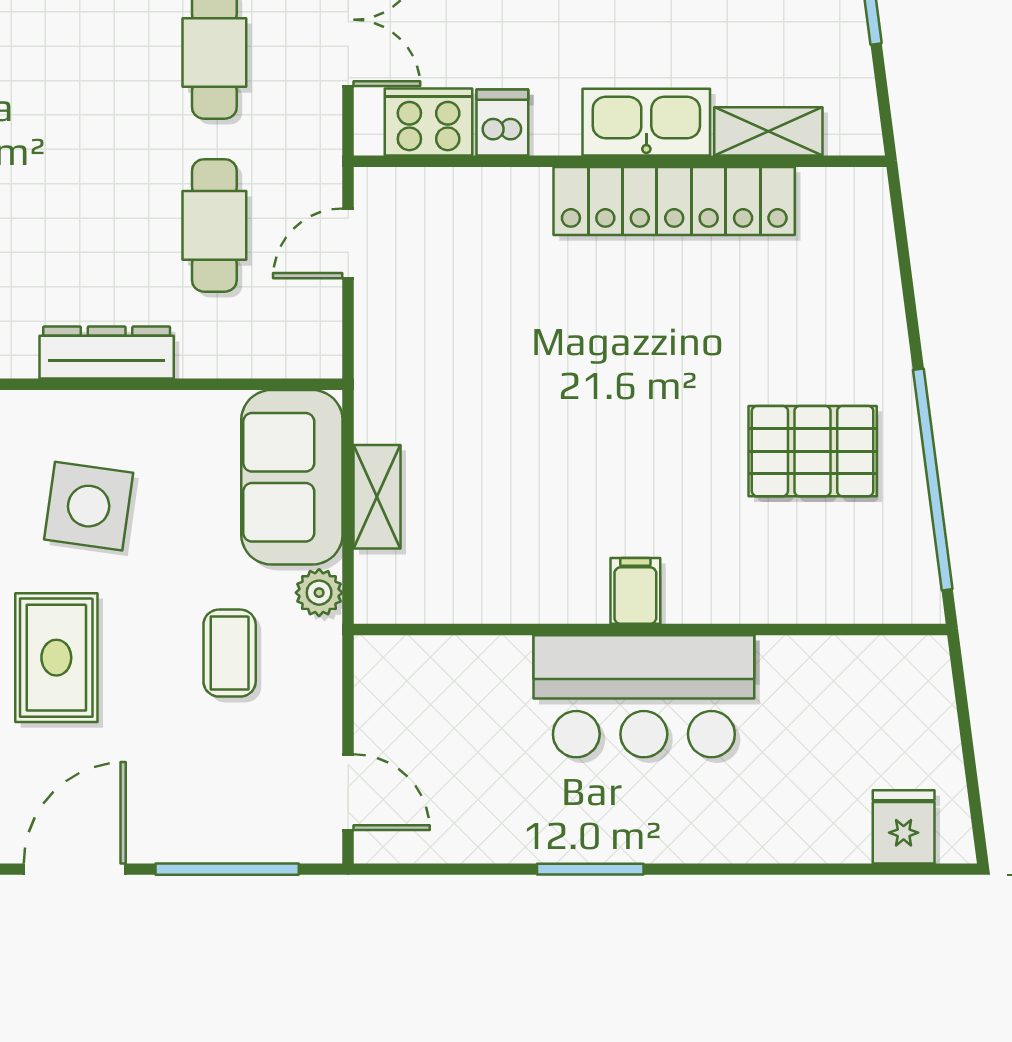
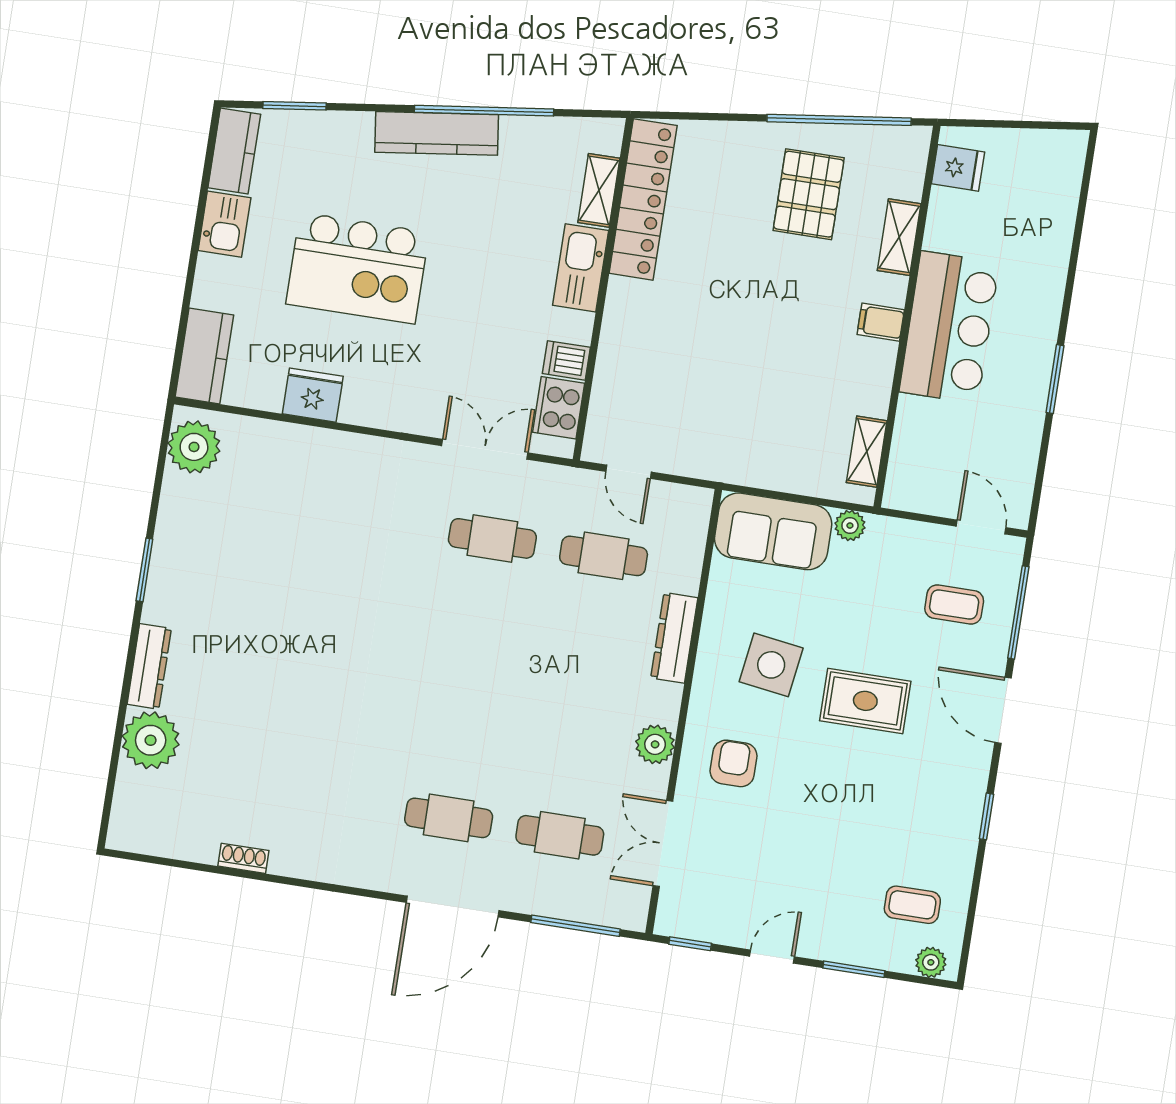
locker: (674, 201) -> (643, 199), moved
shelving: (377, 497) -> (867, 452), moved, turned 90
shelving: (769, 599) -> (899, 237), added
coffee table: (230, 653) -> (954, 605), moved
door: (348, 792) -> (981, 527), hinge flipped
fridge: (904, 827) -> (958, 168), moved, turned 180

